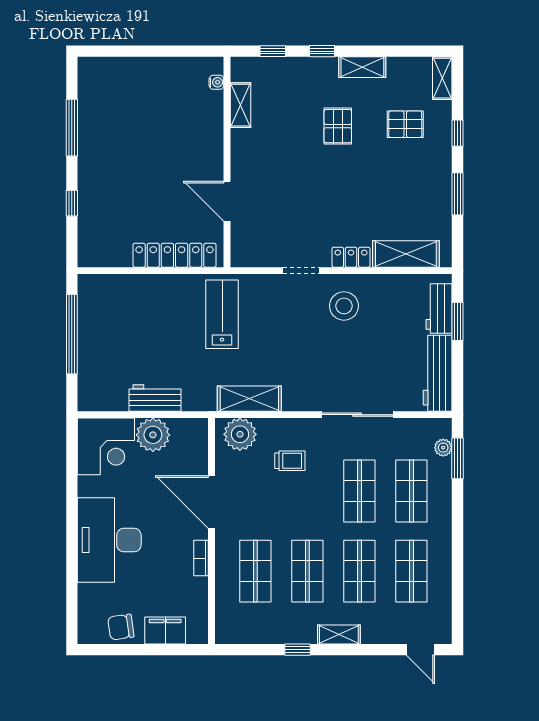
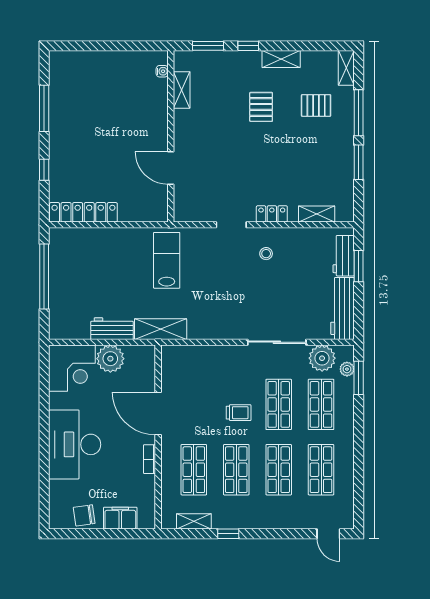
window: (273, 51) -> (208, 46), width x1.50
window: (458, 133) -> (359, 113), width x2.17
shelving: (406, 254) -> (317, 214), width x0.67, depth x0.75
locker: (174, 255) -> (83, 212), moved
stool: (344, 306) -> (266, 254), width x0.53, depth x0.53
shelving: (249, 399) -> (161, 329), moved
plant: (240, 434) -> (322, 358), moved
trolley: (290, 461) -> (239, 413), moved
shelving: (339, 634) -> (194, 521), moved

